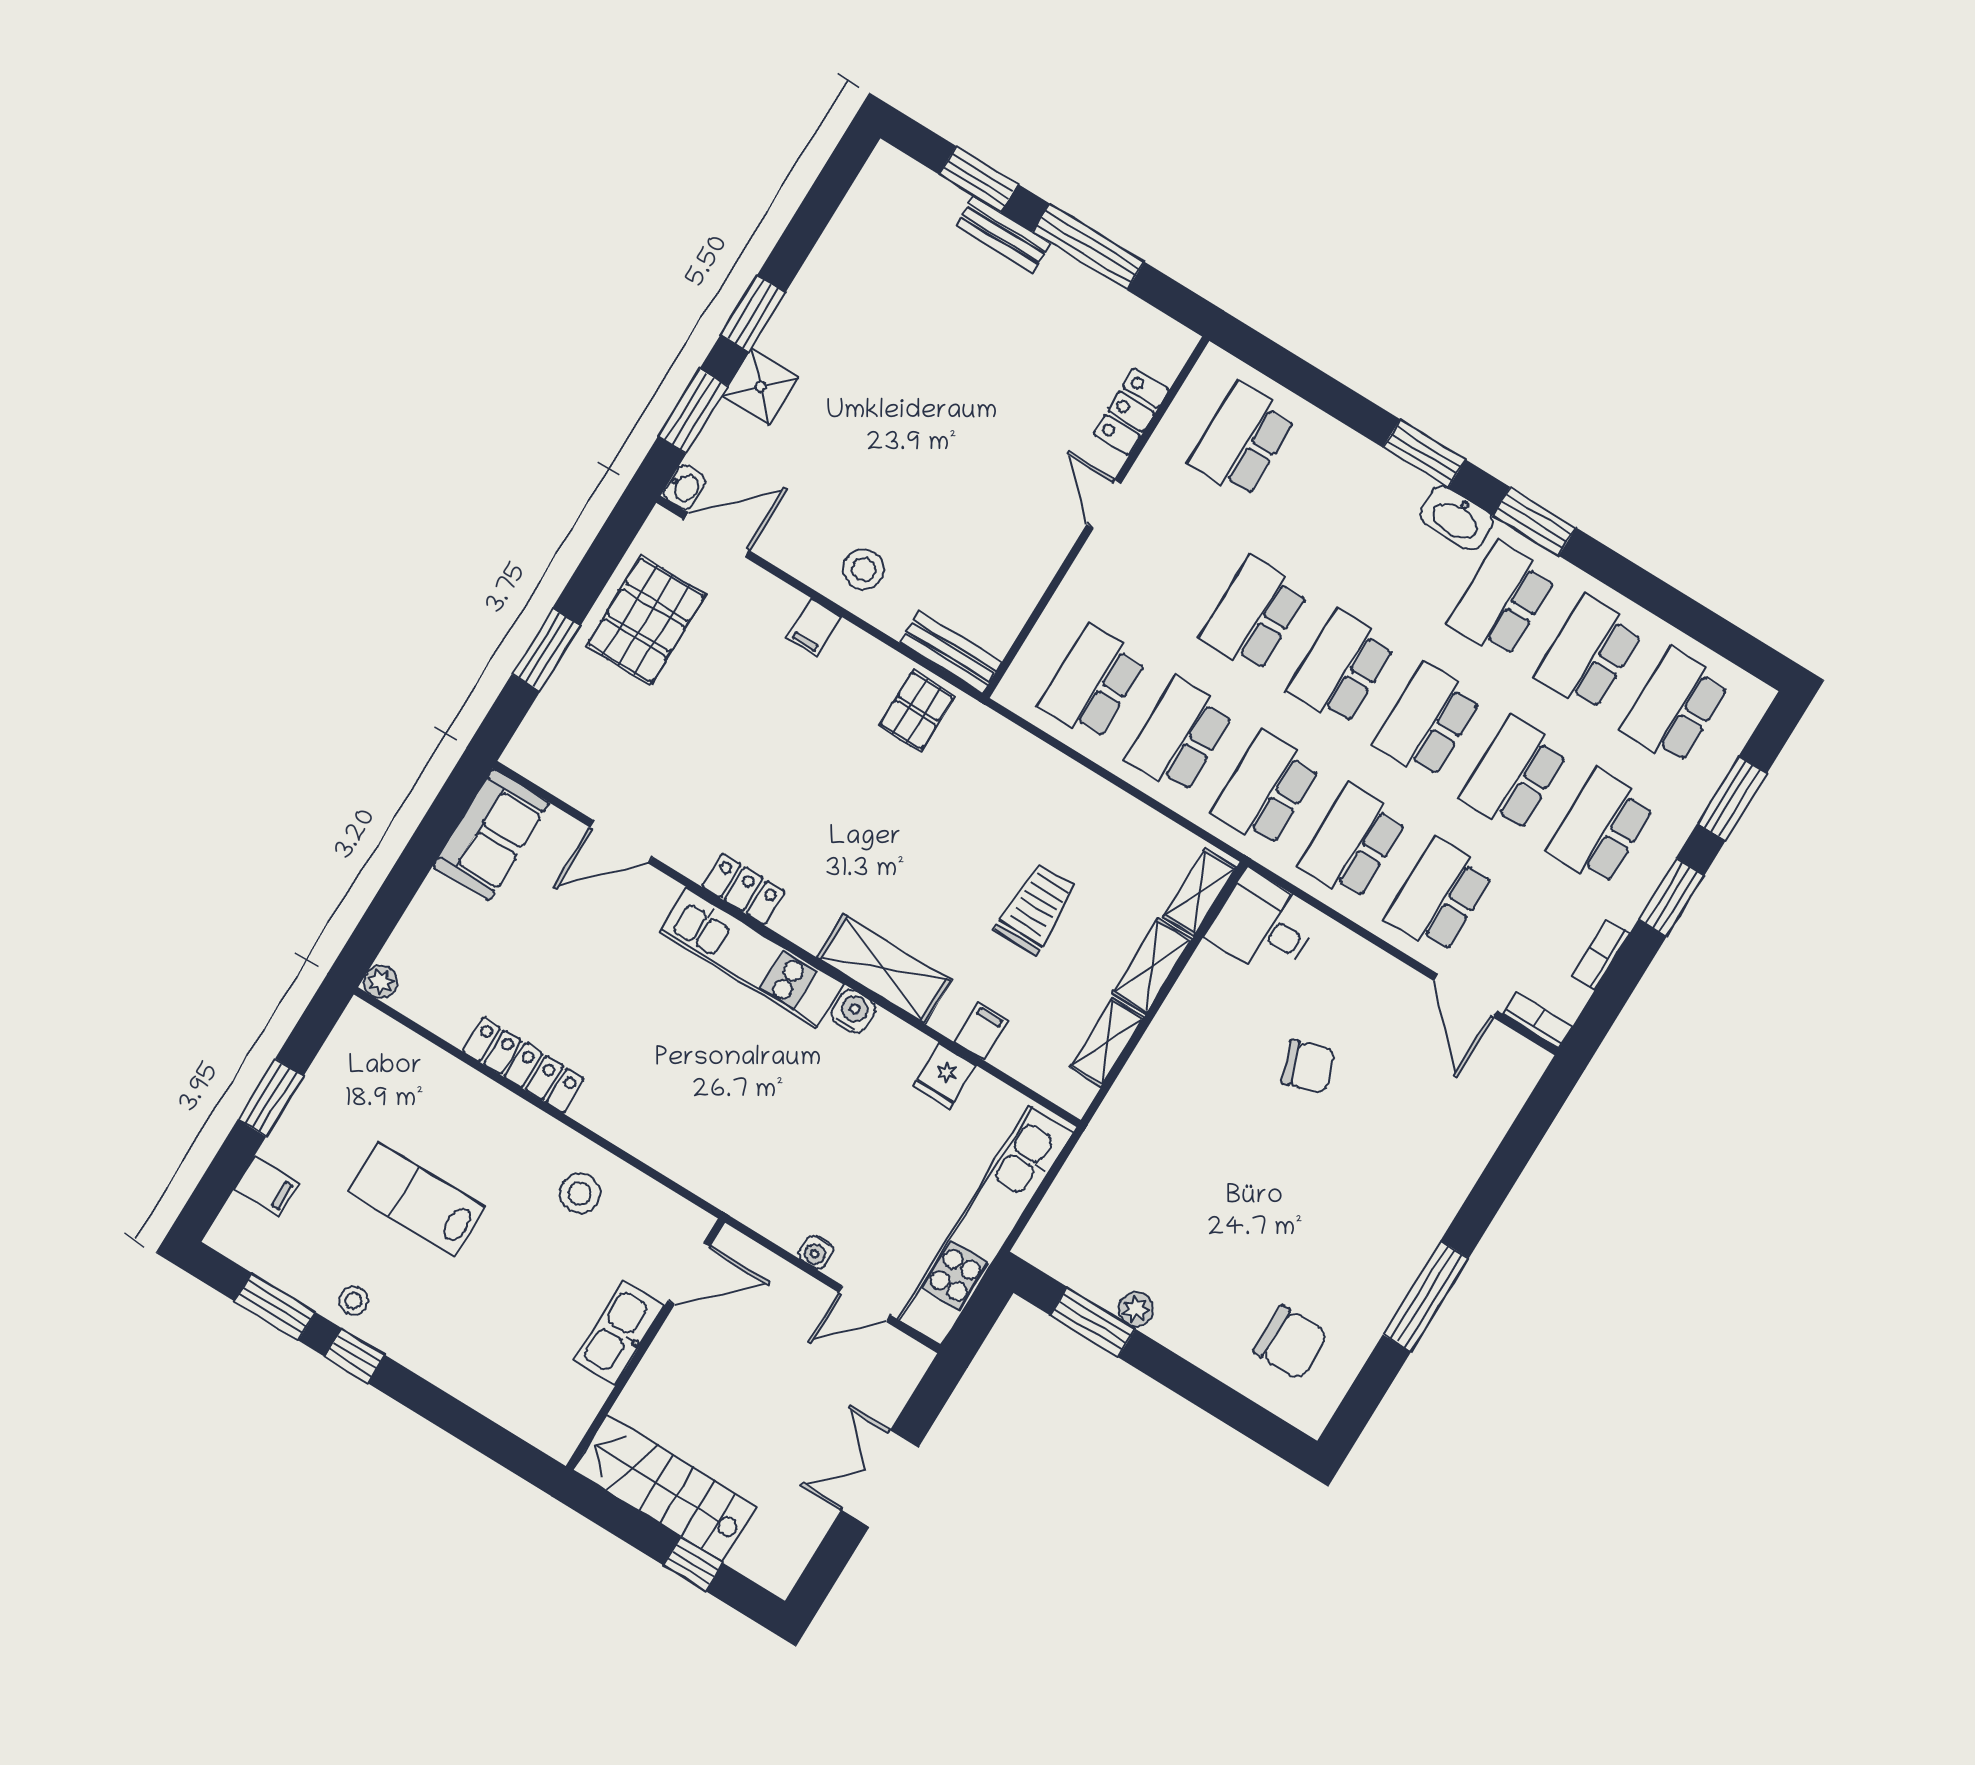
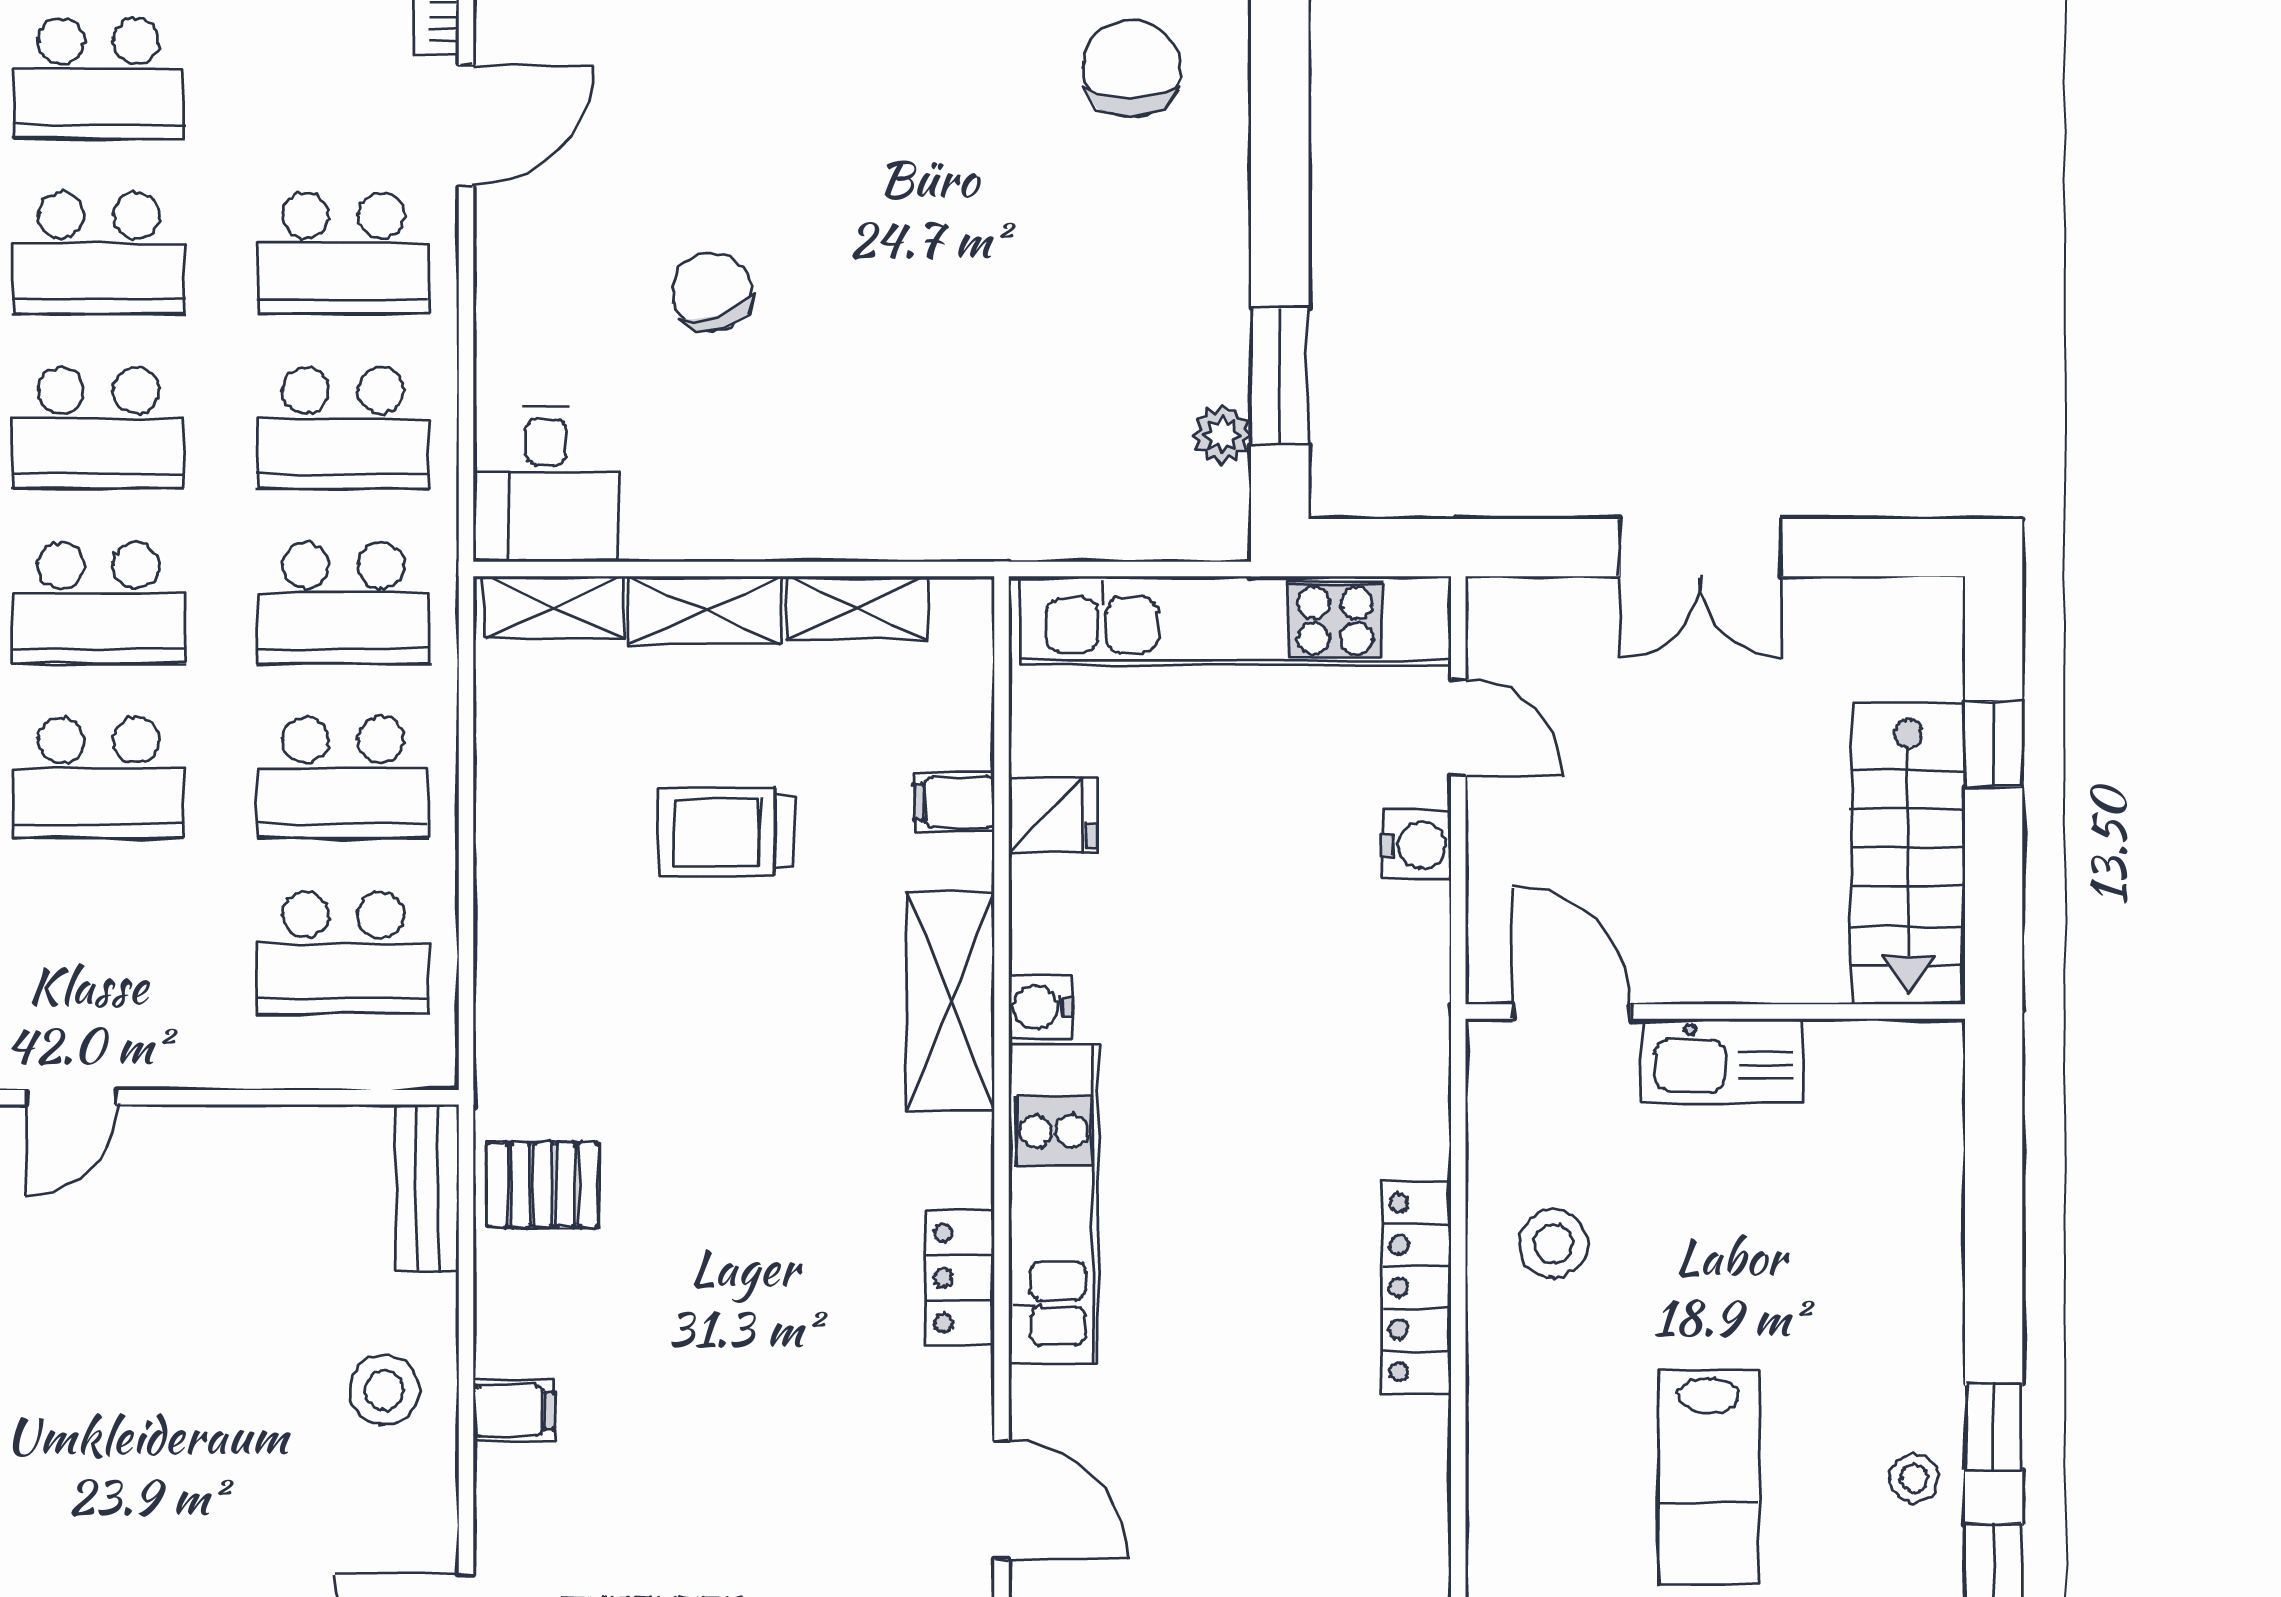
locker: (523, 1065) -> (1416, 1287), moved
water cooler: (816, 1252) -> (1417, 845), width x1.38, depth x1.38
plant: (1136, 1309) -> (1222, 435), moved

